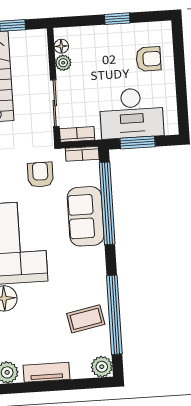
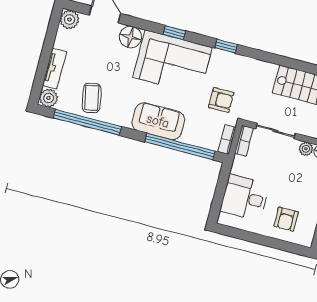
desk: (131, 113) -> (245, 198), width x0.73
window: (138, 142) -> (221, 188), removed
sofa: (86, 216) -> (158, 121), moved
tv unit: (46, 372) -> (55, 68), moved

